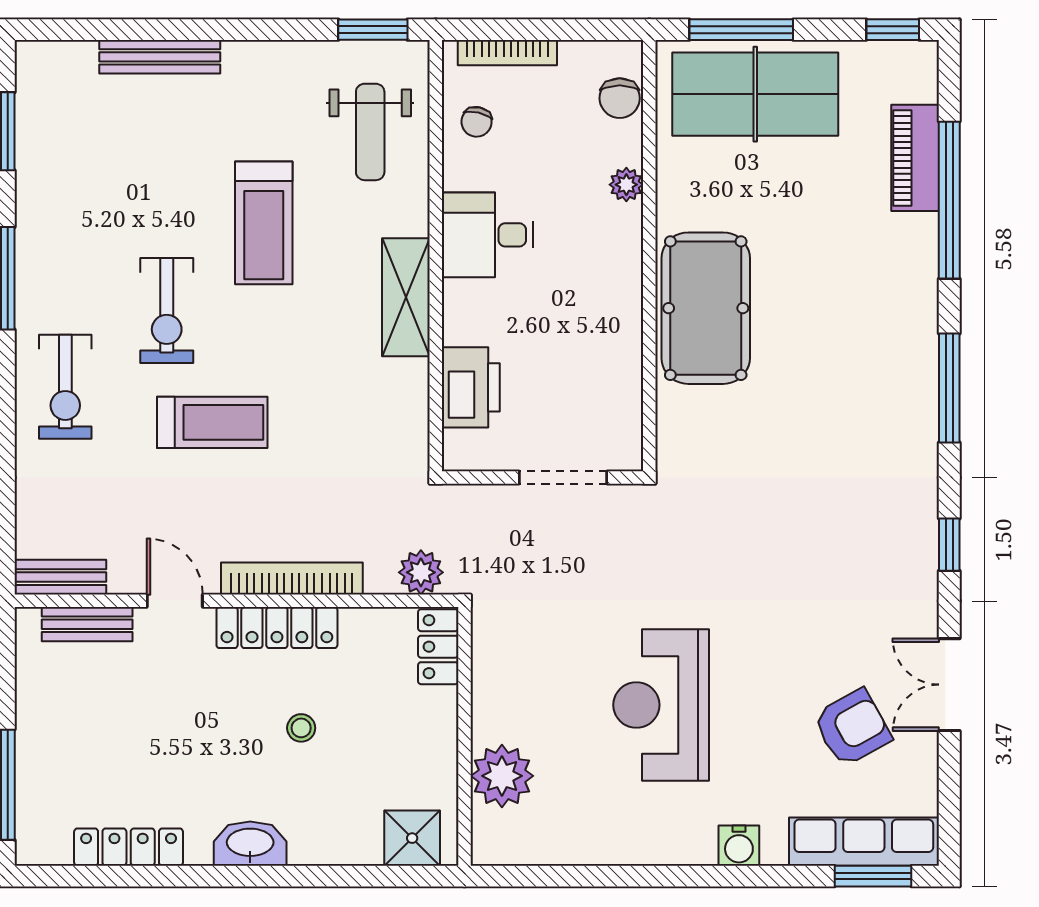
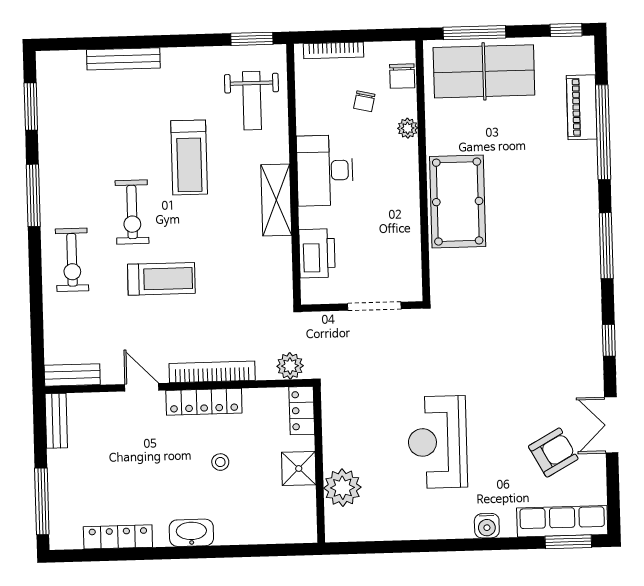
chair: (477, 122) -> (364, 101), moved
desk: (488, 235) -> (325, 170), width x1.37
bench: (87, 624) -> (56, 421), moved, turned 90
shower: (412, 838) -> (299, 468), moved

